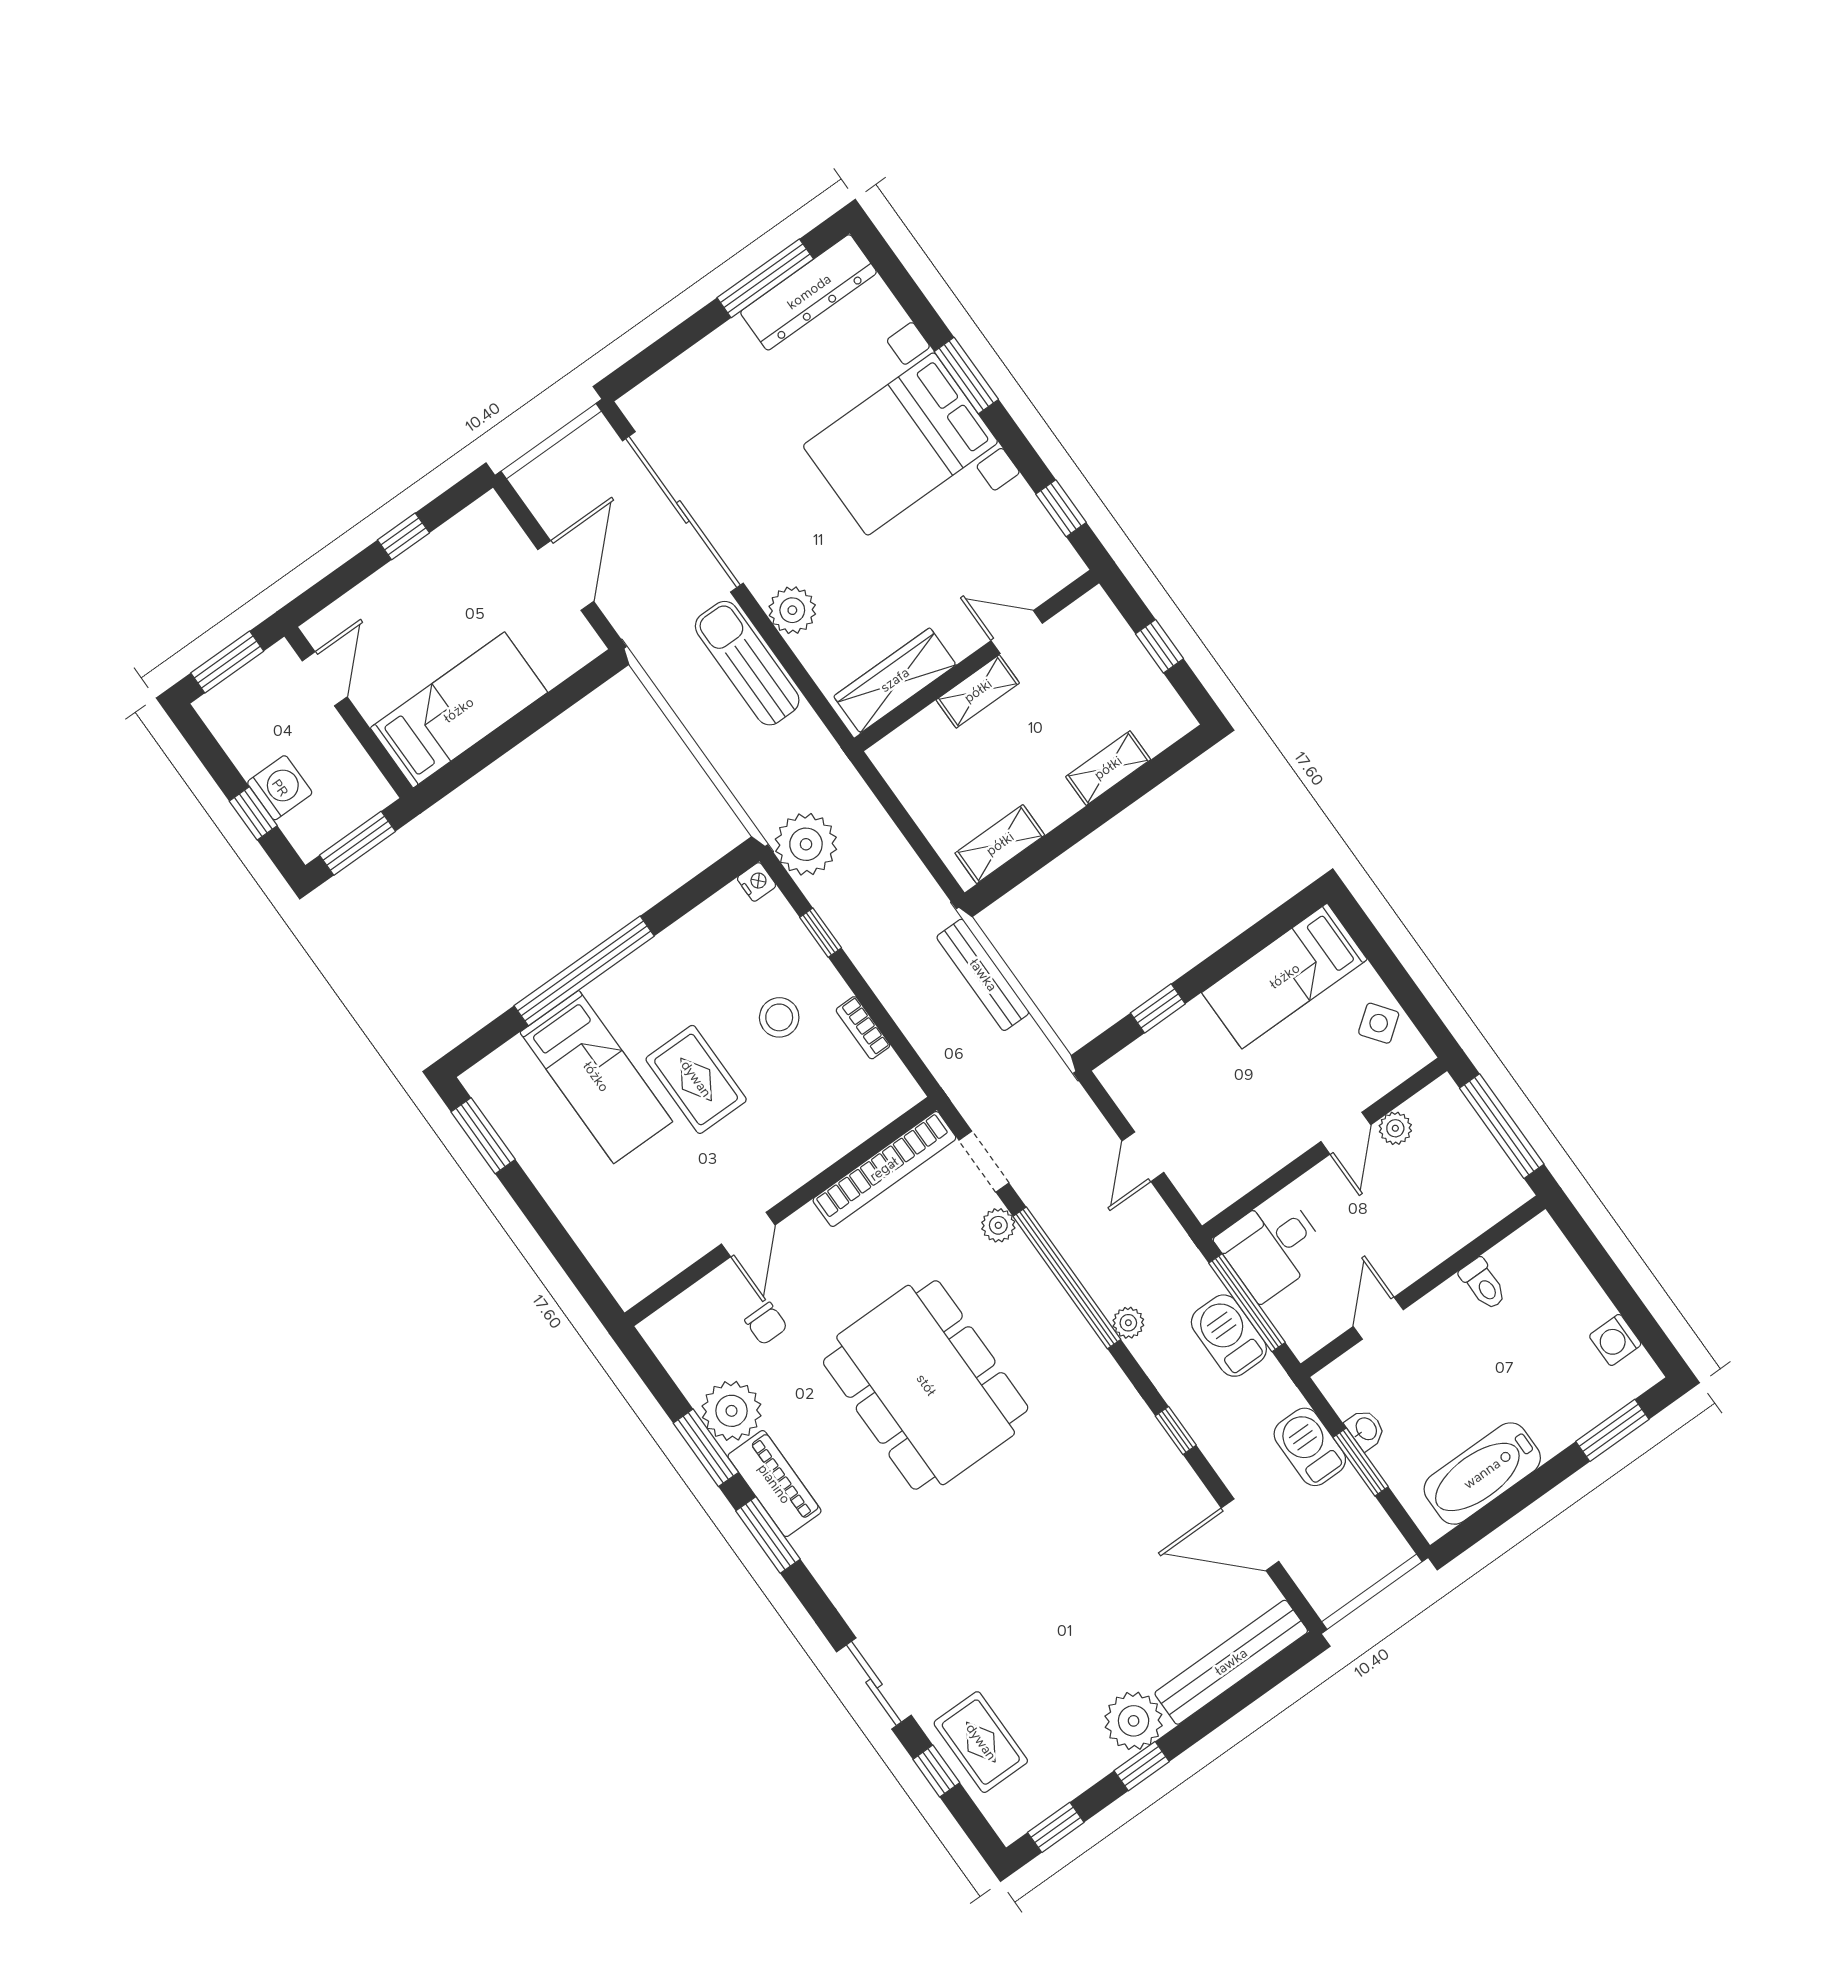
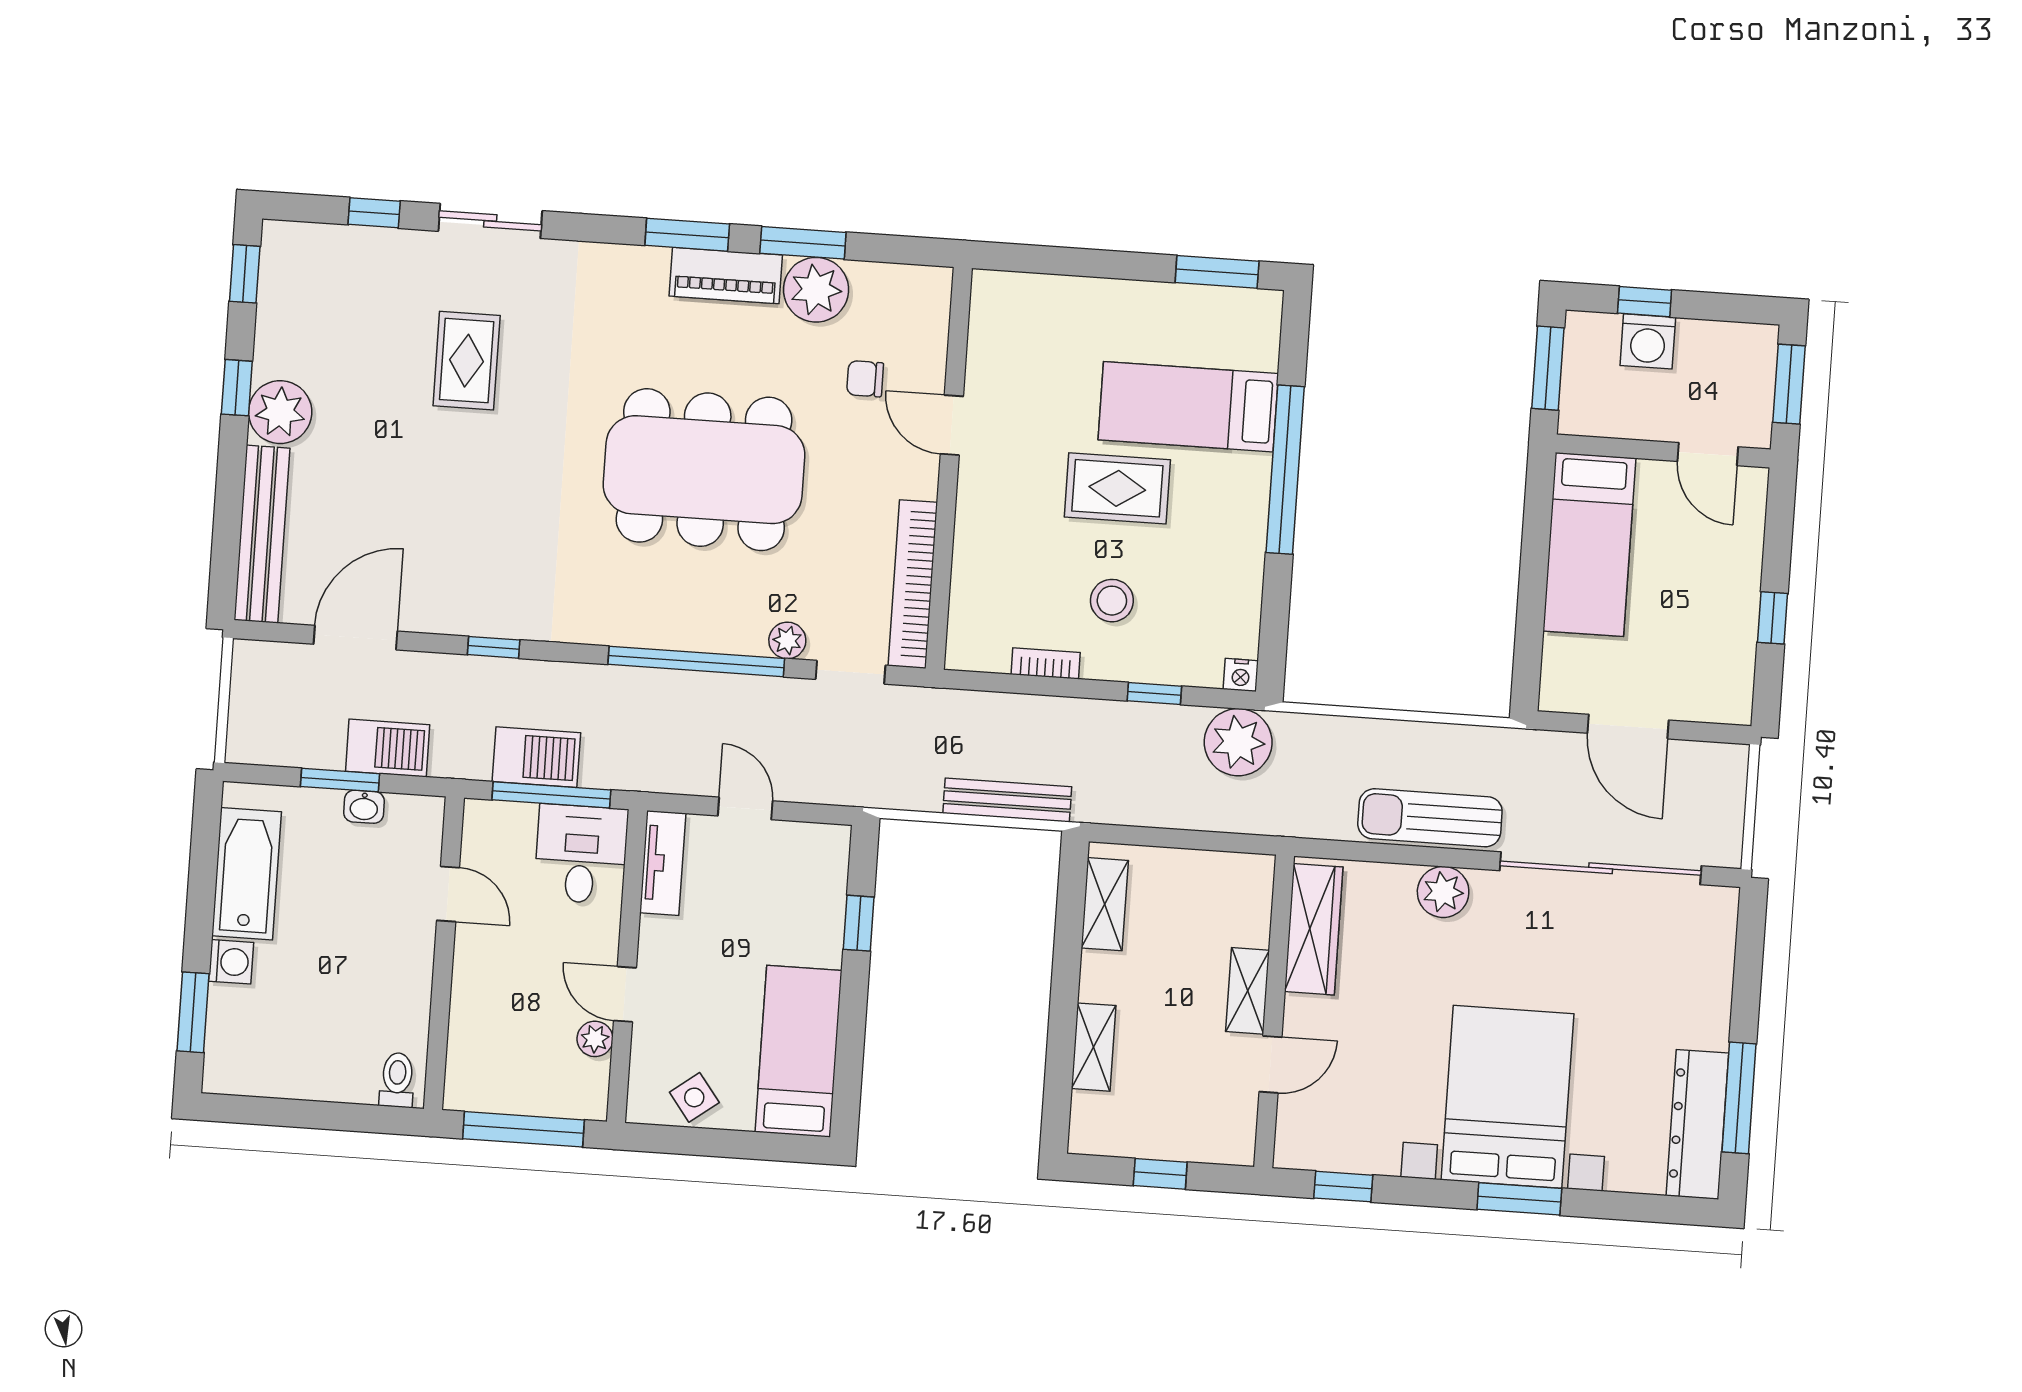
sun lounger: (747, 663) -> (1430, 818), turned 180
tv unit: (1230, 1183) -> (663, 863), added
toilet: (1483, 1284) -> (397, 1080), moved, turned 90
plant: (1128, 1323) -> (616, 682), removed
washing machine: (1615, 1340) -> (231, 962), moved, turned 90
rug: (981, 1742) -> (467, 361), moved, turned 90

